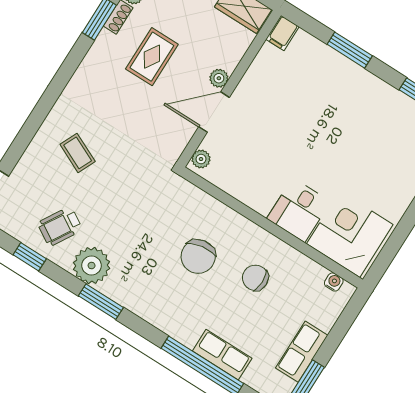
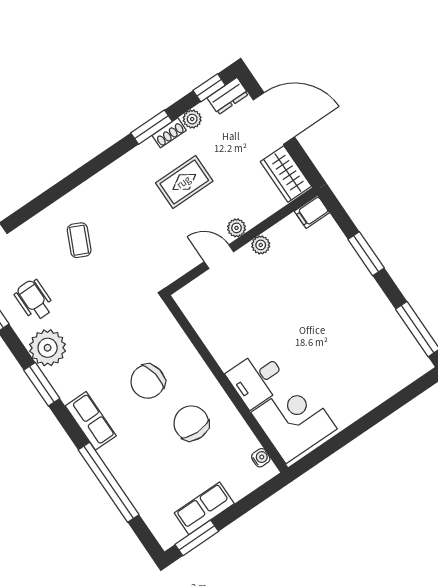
door: (214, 112) -> (219, 257), width x0.73
plant: (201, 159) -> (261, 245), moved
wheelchair: (60, 226) -> (34, 300), turned 59
chair: (255, 278) -> (191, 423), width x1.37, depth x1.37
row of seats: (222, 355) -> (91, 421), moved

